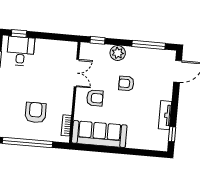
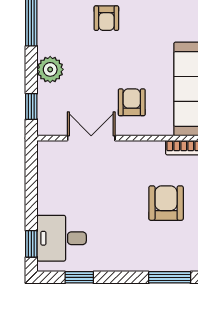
armchair: (126, 83) -> (106, 18), moved
armchair: (36, 113) -> (166, 203), turned 90

